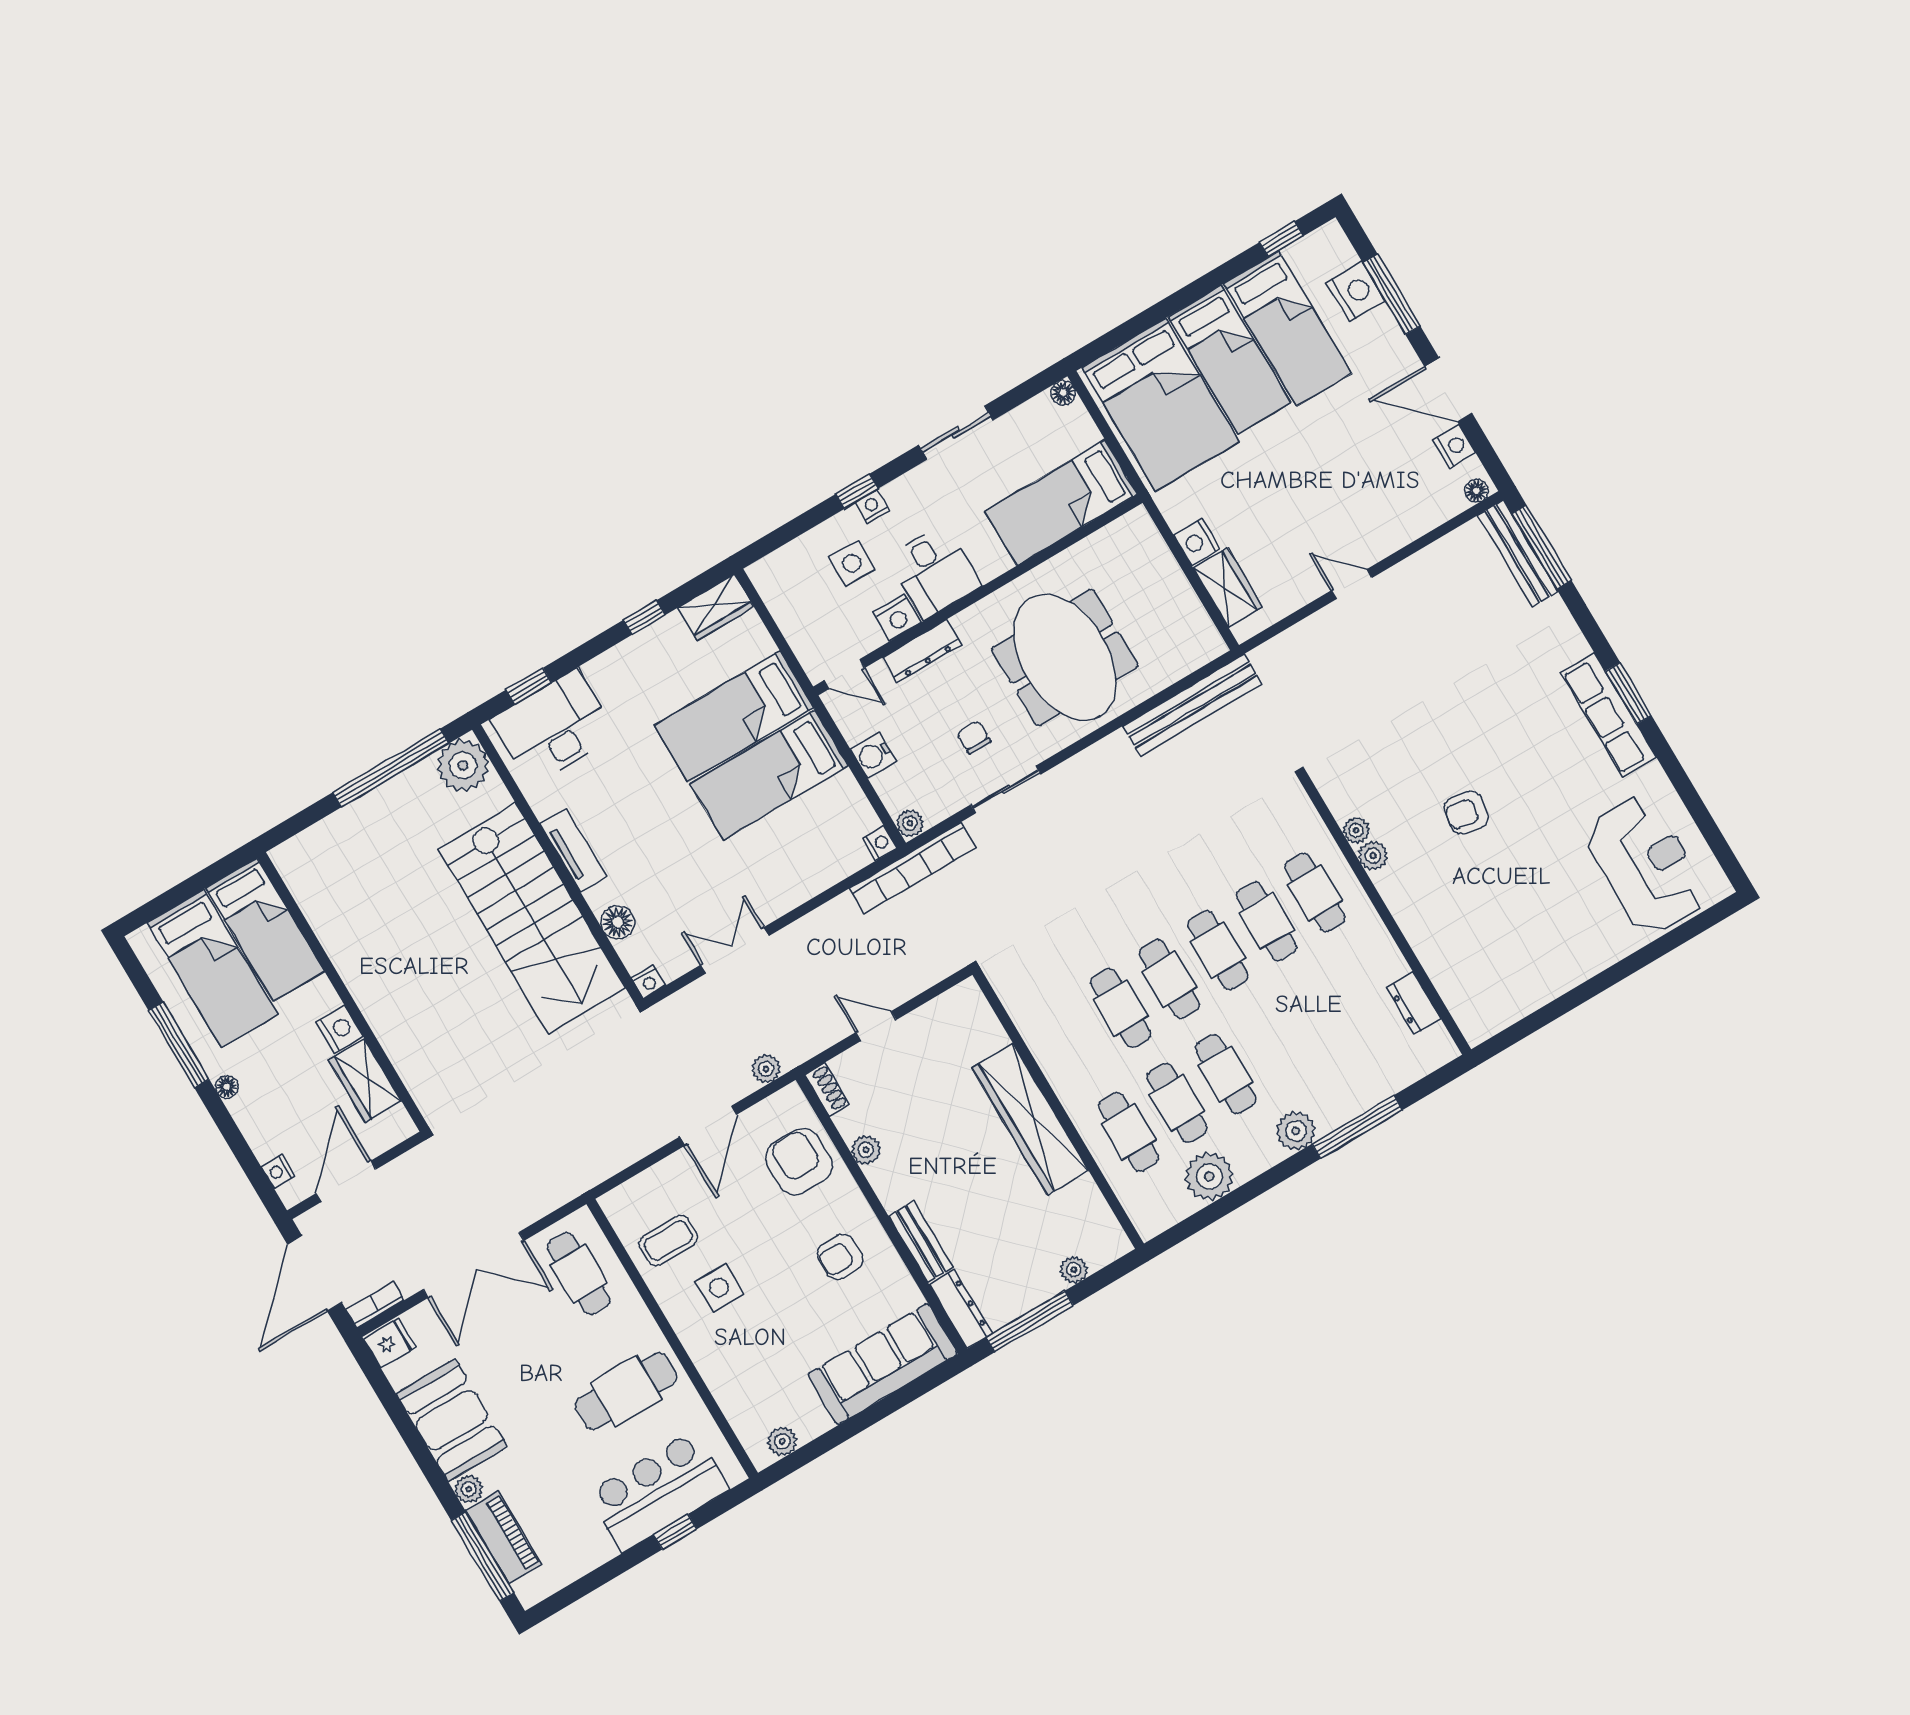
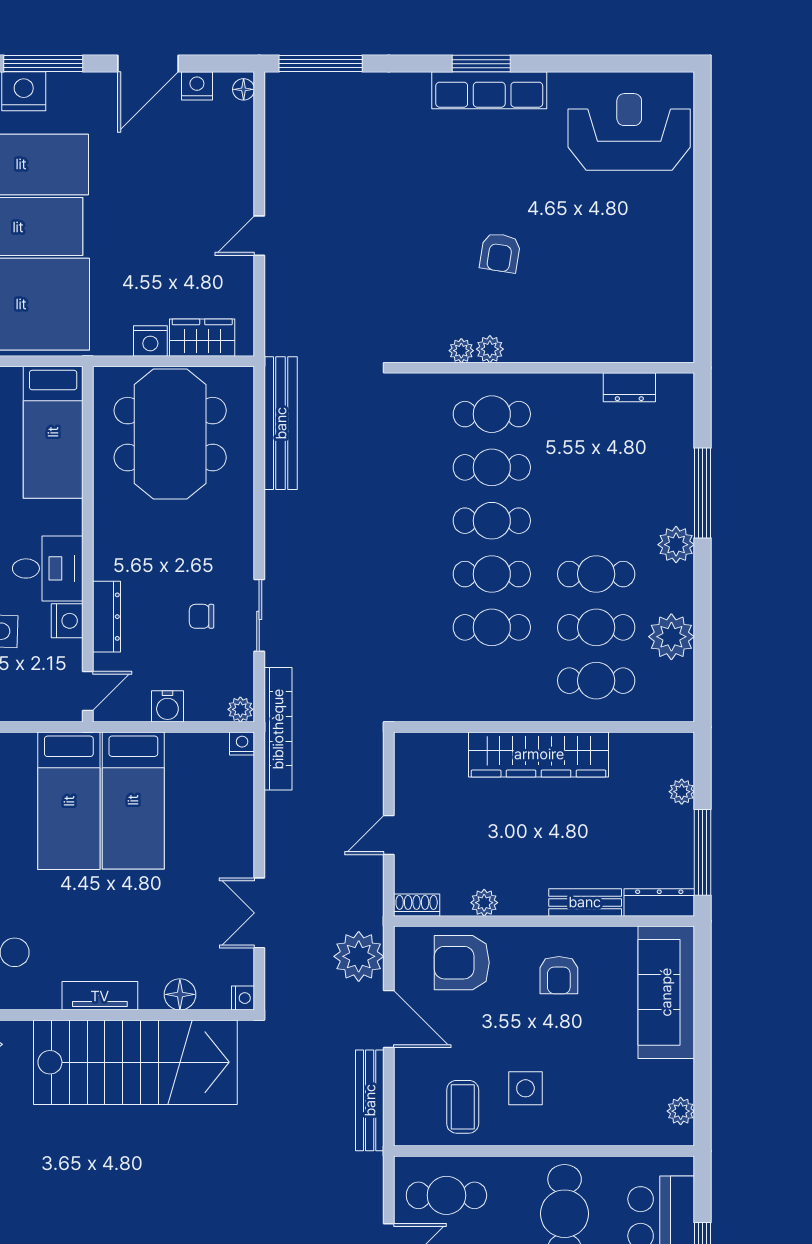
bench: (1518, 554) -> (370, 1100), moved, turned 90
meeting table: (1065, 657) -> (170, 434), moved, turned 90
plant: (766, 1069) -> (359, 956), width x1.87, depth x1.87

